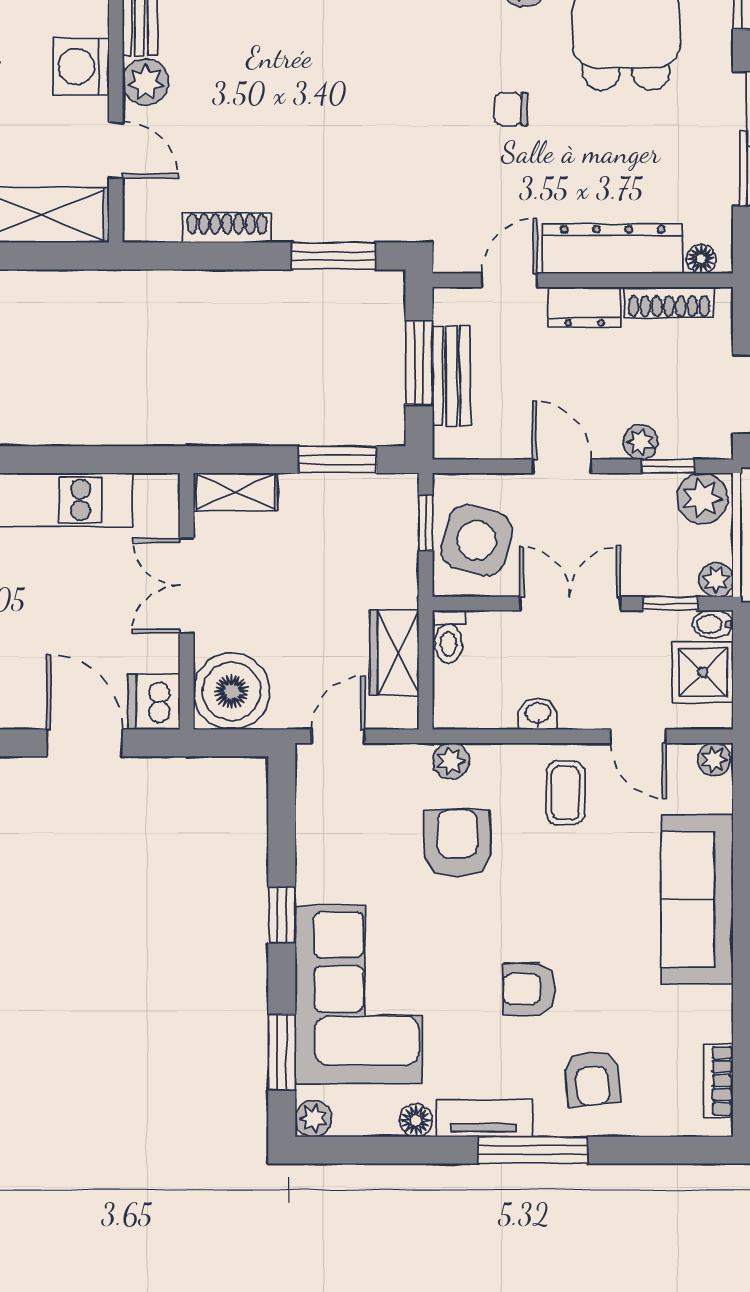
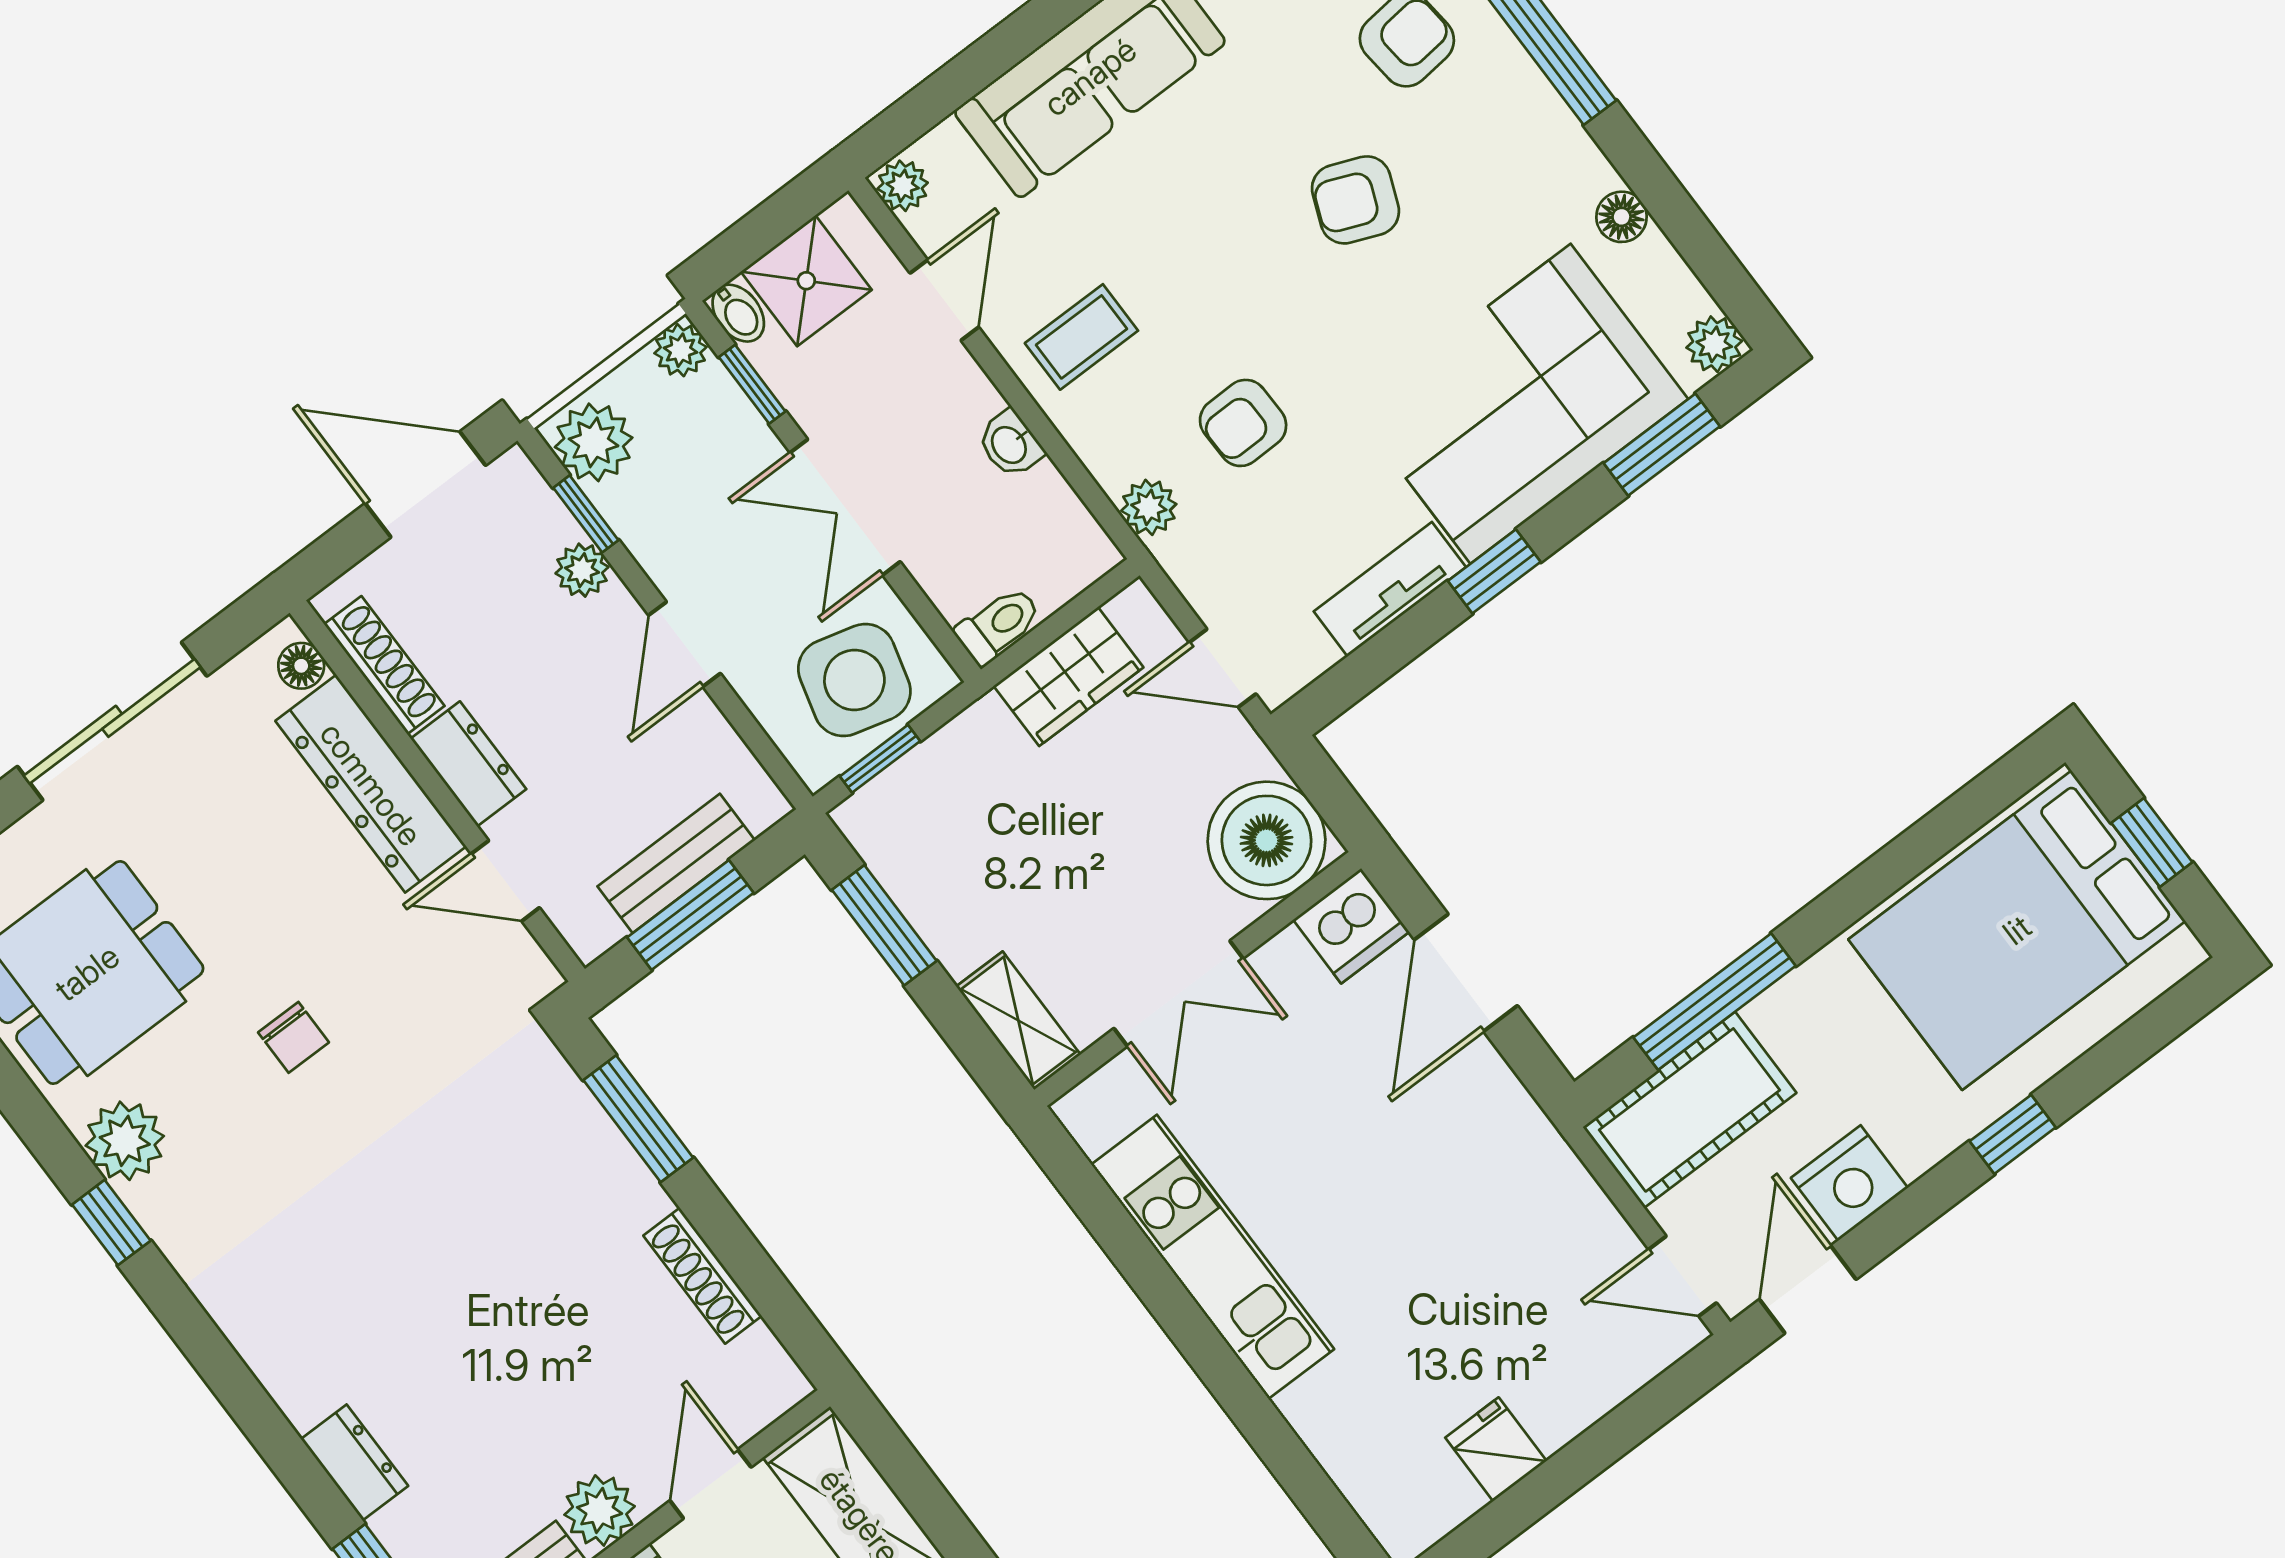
armchair: (457, 843) -> (1243, 423), width x0.72, depth x0.72
armchair: (529, 989) -> (1355, 200), turned 112
tv unit: (484, 1118) -> (1390, 589), moved, turned 90

